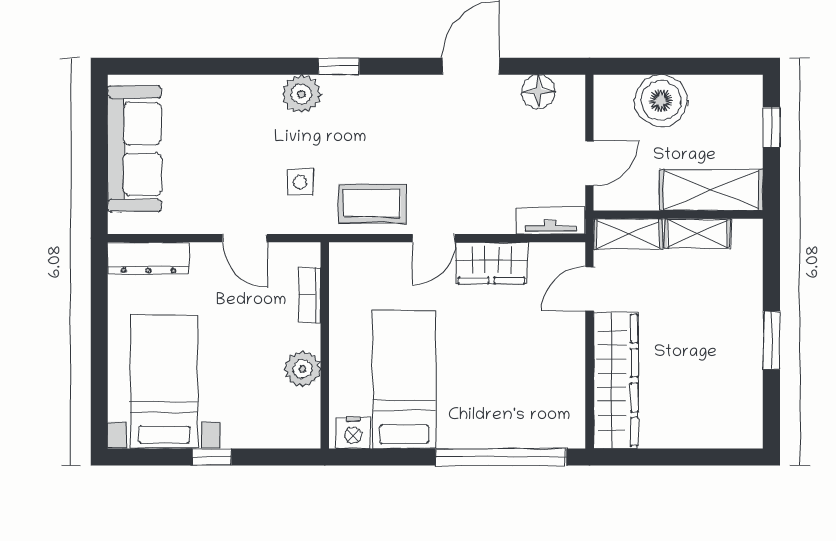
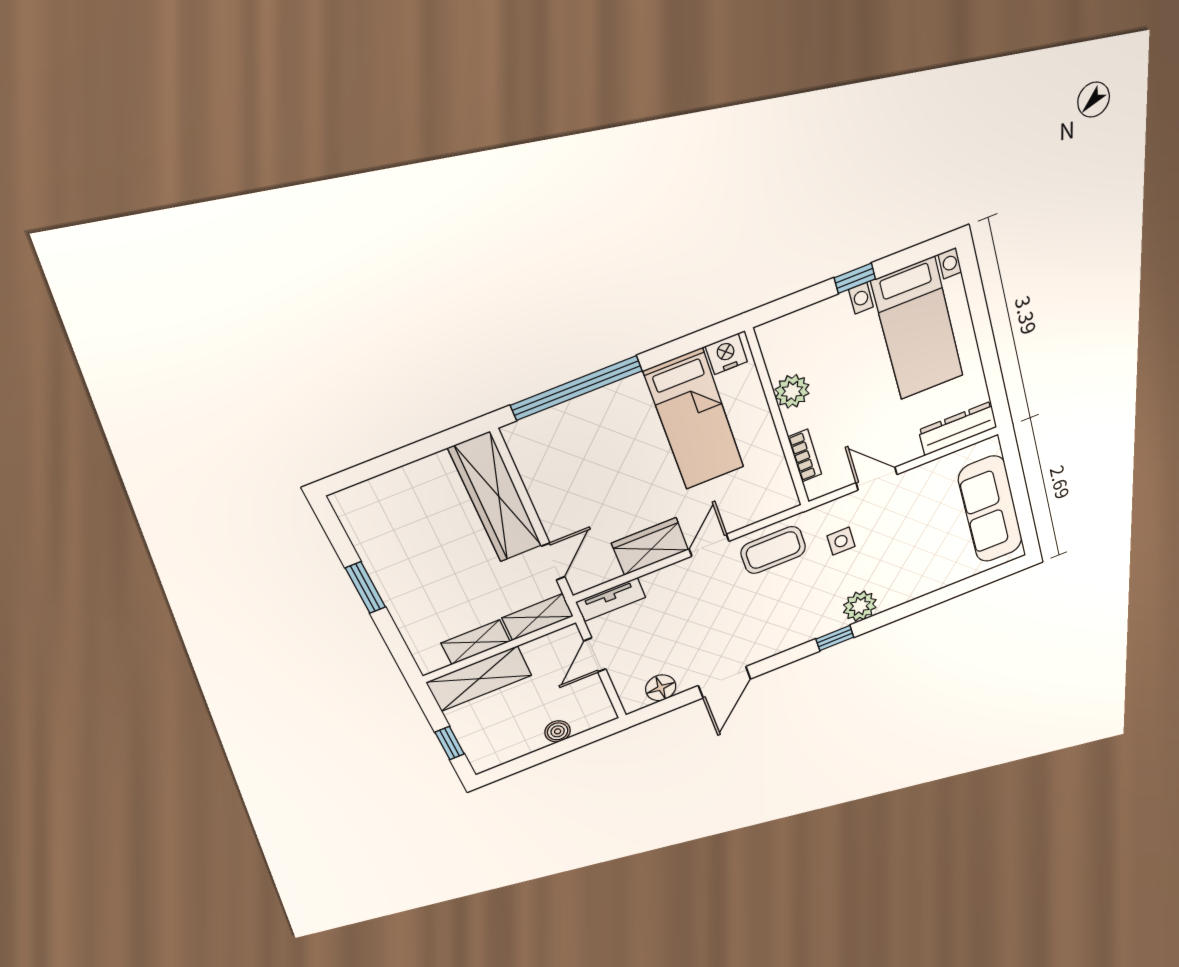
boiler: (661, 101) -> (558, 731), width x0.54, depth x0.54

